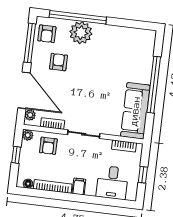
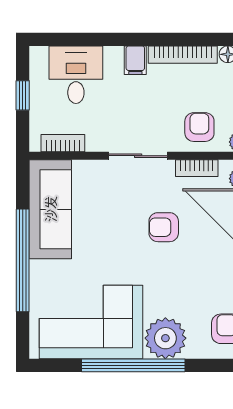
window: (78, 17) -> (133, 365), moved
corner sofa: (120, 46) -> (91, 322), added
armchair: (58, 62) -> (164, 227), moved, turned 90

